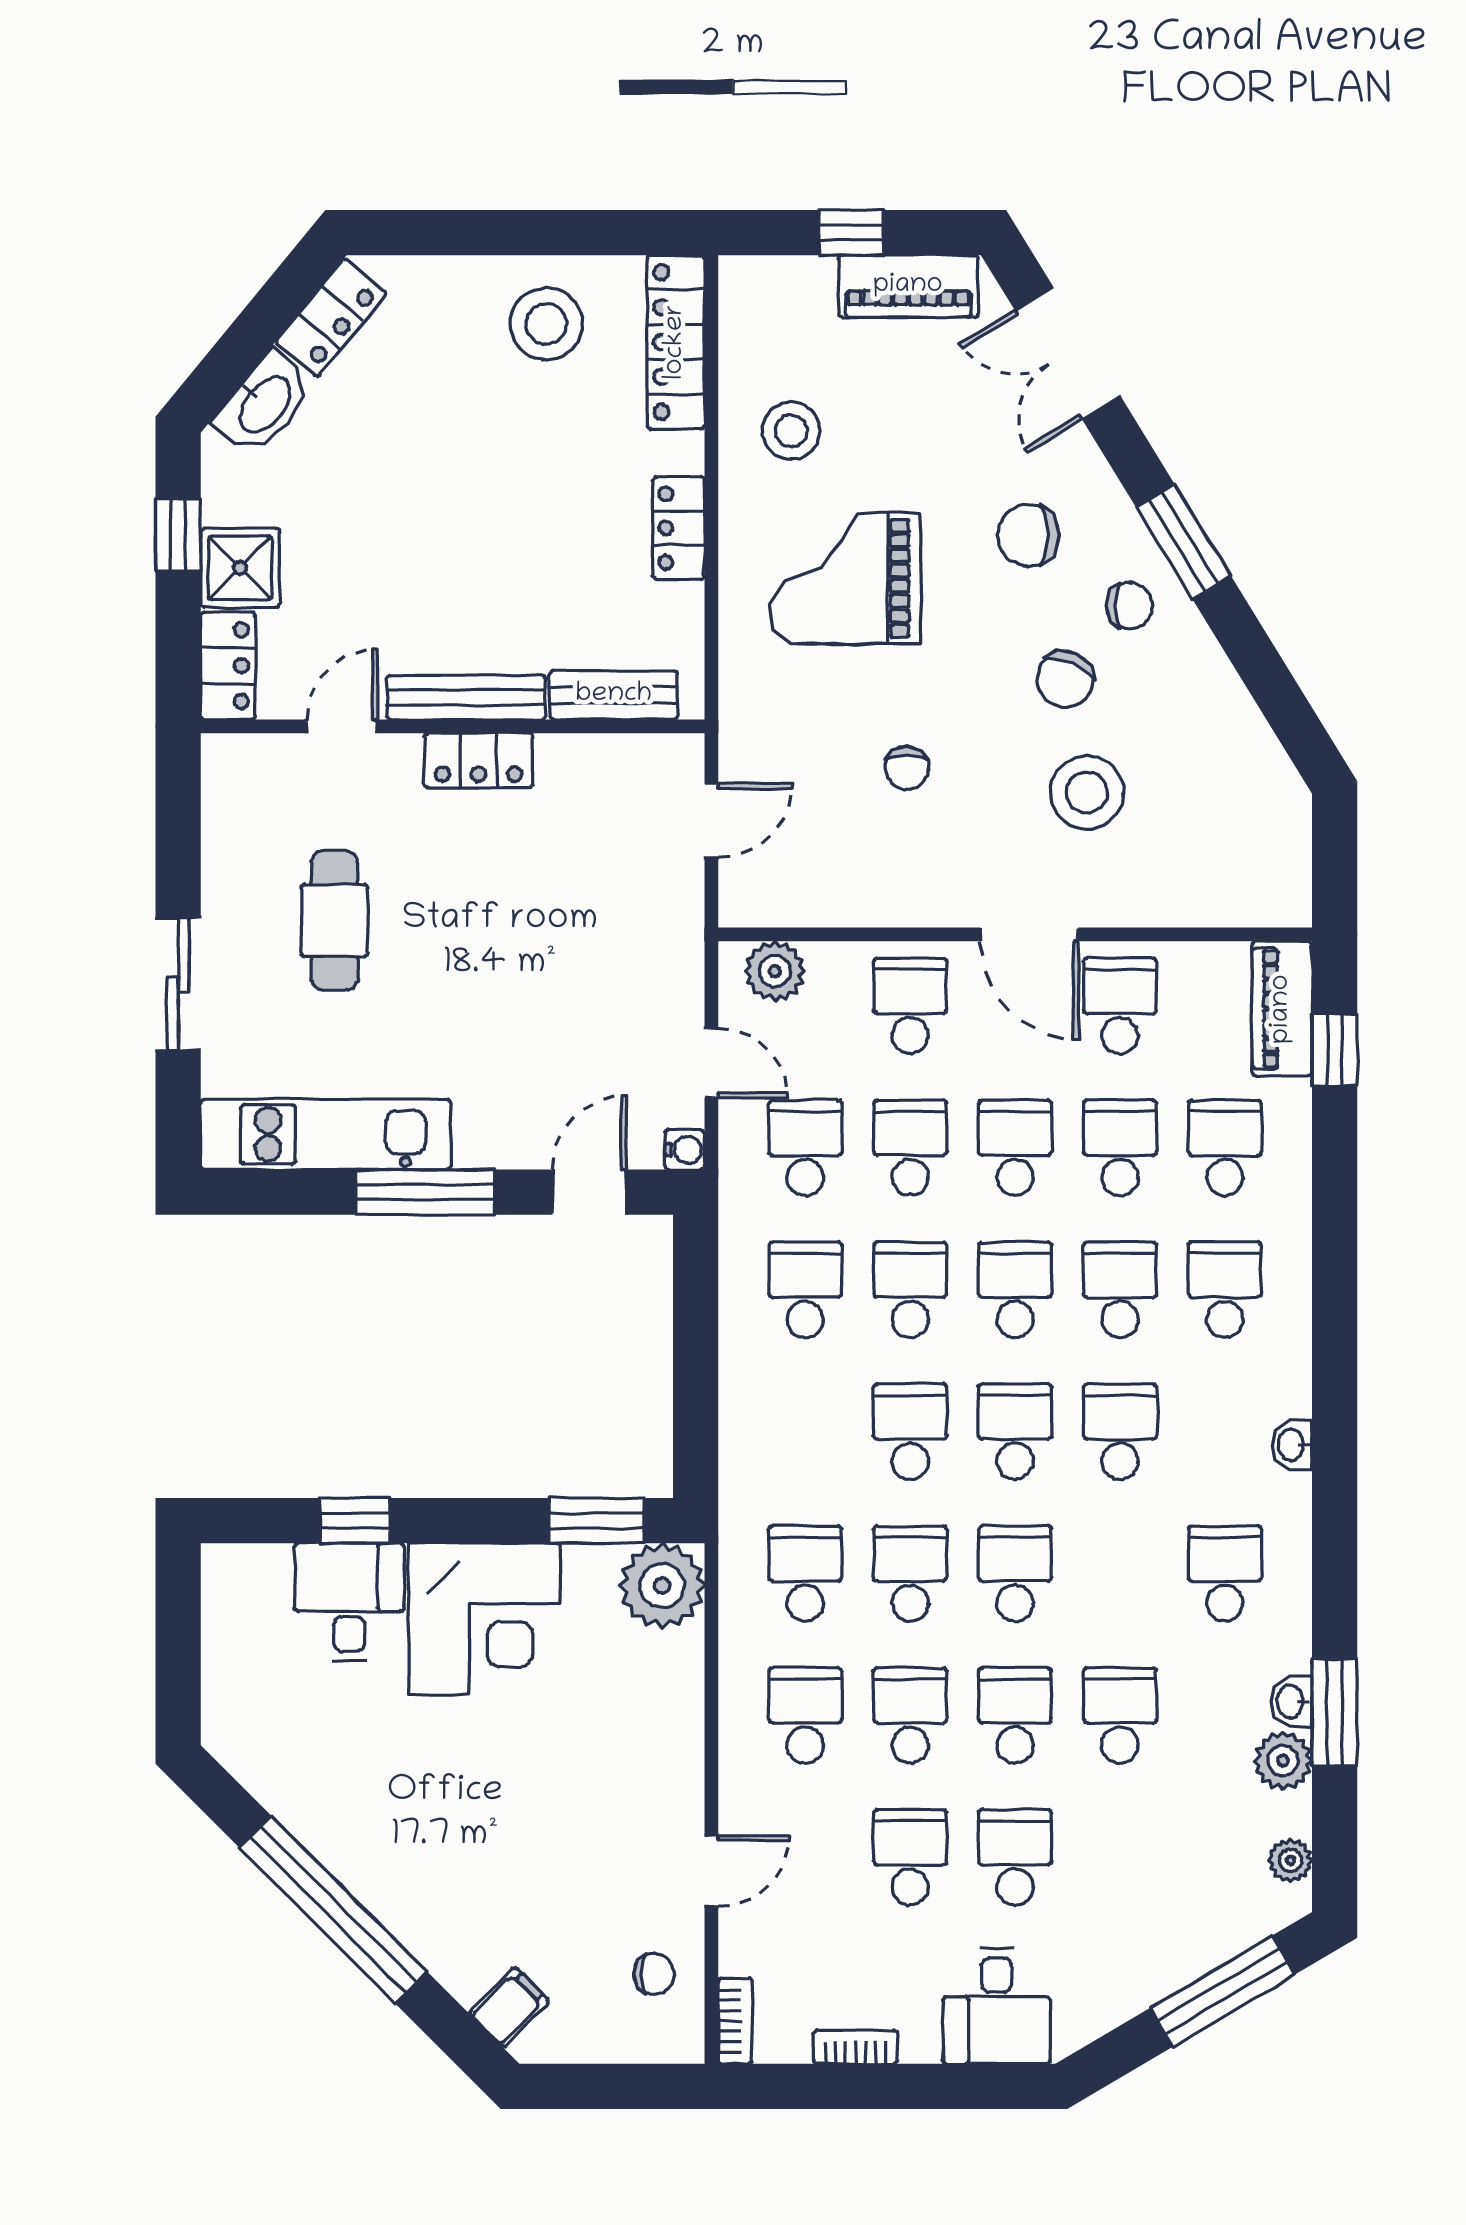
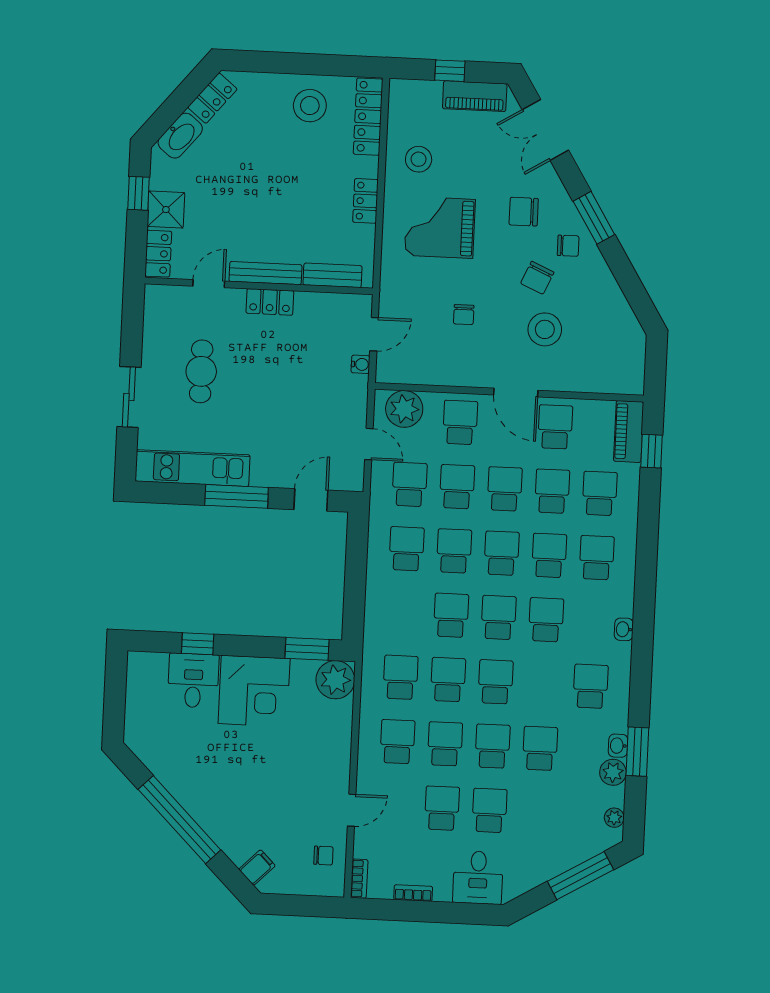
plant: (775, 971) -> (404, 409), width x1.36, depth x1.36
water cooler: (685, 1150) -> (361, 364), moved

